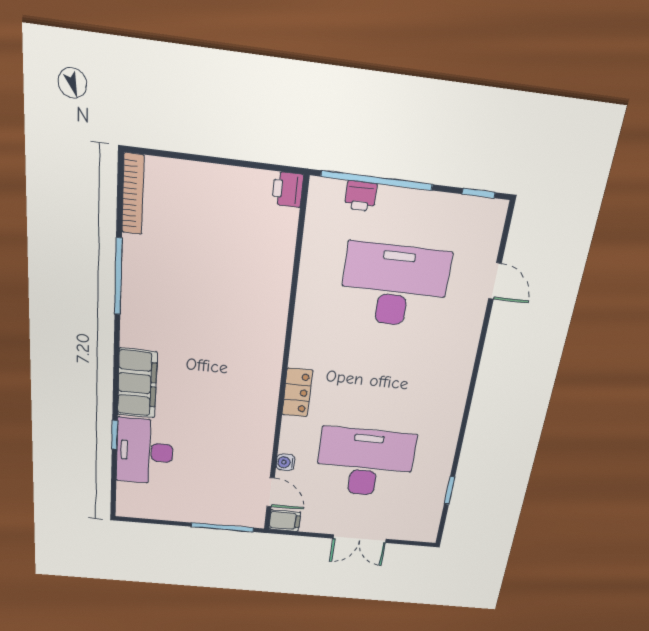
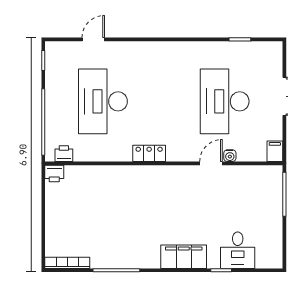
printer: (361, 196) -> (64, 154), moved, turned -90
locker: (297, 392) -> (149, 153), moved
desk: (145, 451) -> (238, 250), width x0.73
door: (271, 492) -> (211, 163), moved

